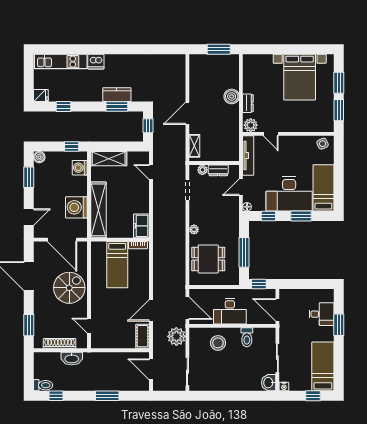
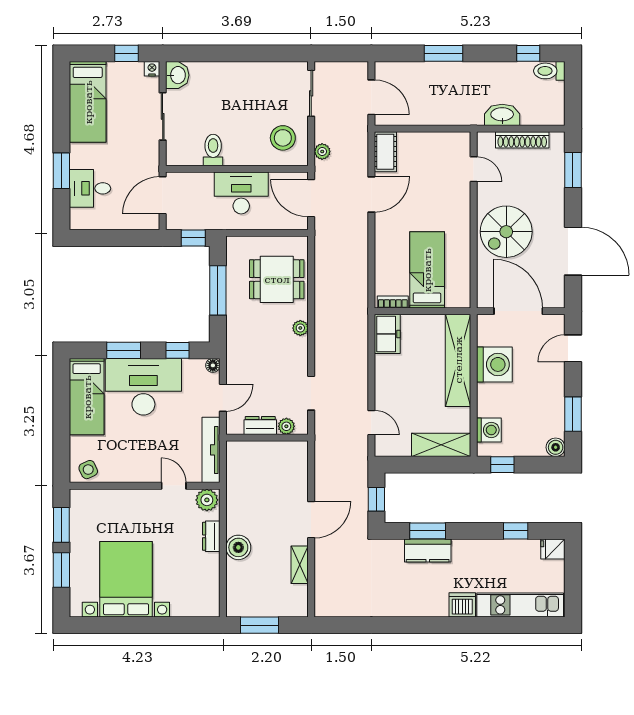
shelving: (194, 146) -> (300, 565), moved
door: (277, 310) -> (163, 195), swing flipped
plant: (176, 336) -> (322, 151), width x0.53, depth x0.53
stool: (218, 343) -> (283, 138), moved
window: (313, 396) -> (126, 53), moved

